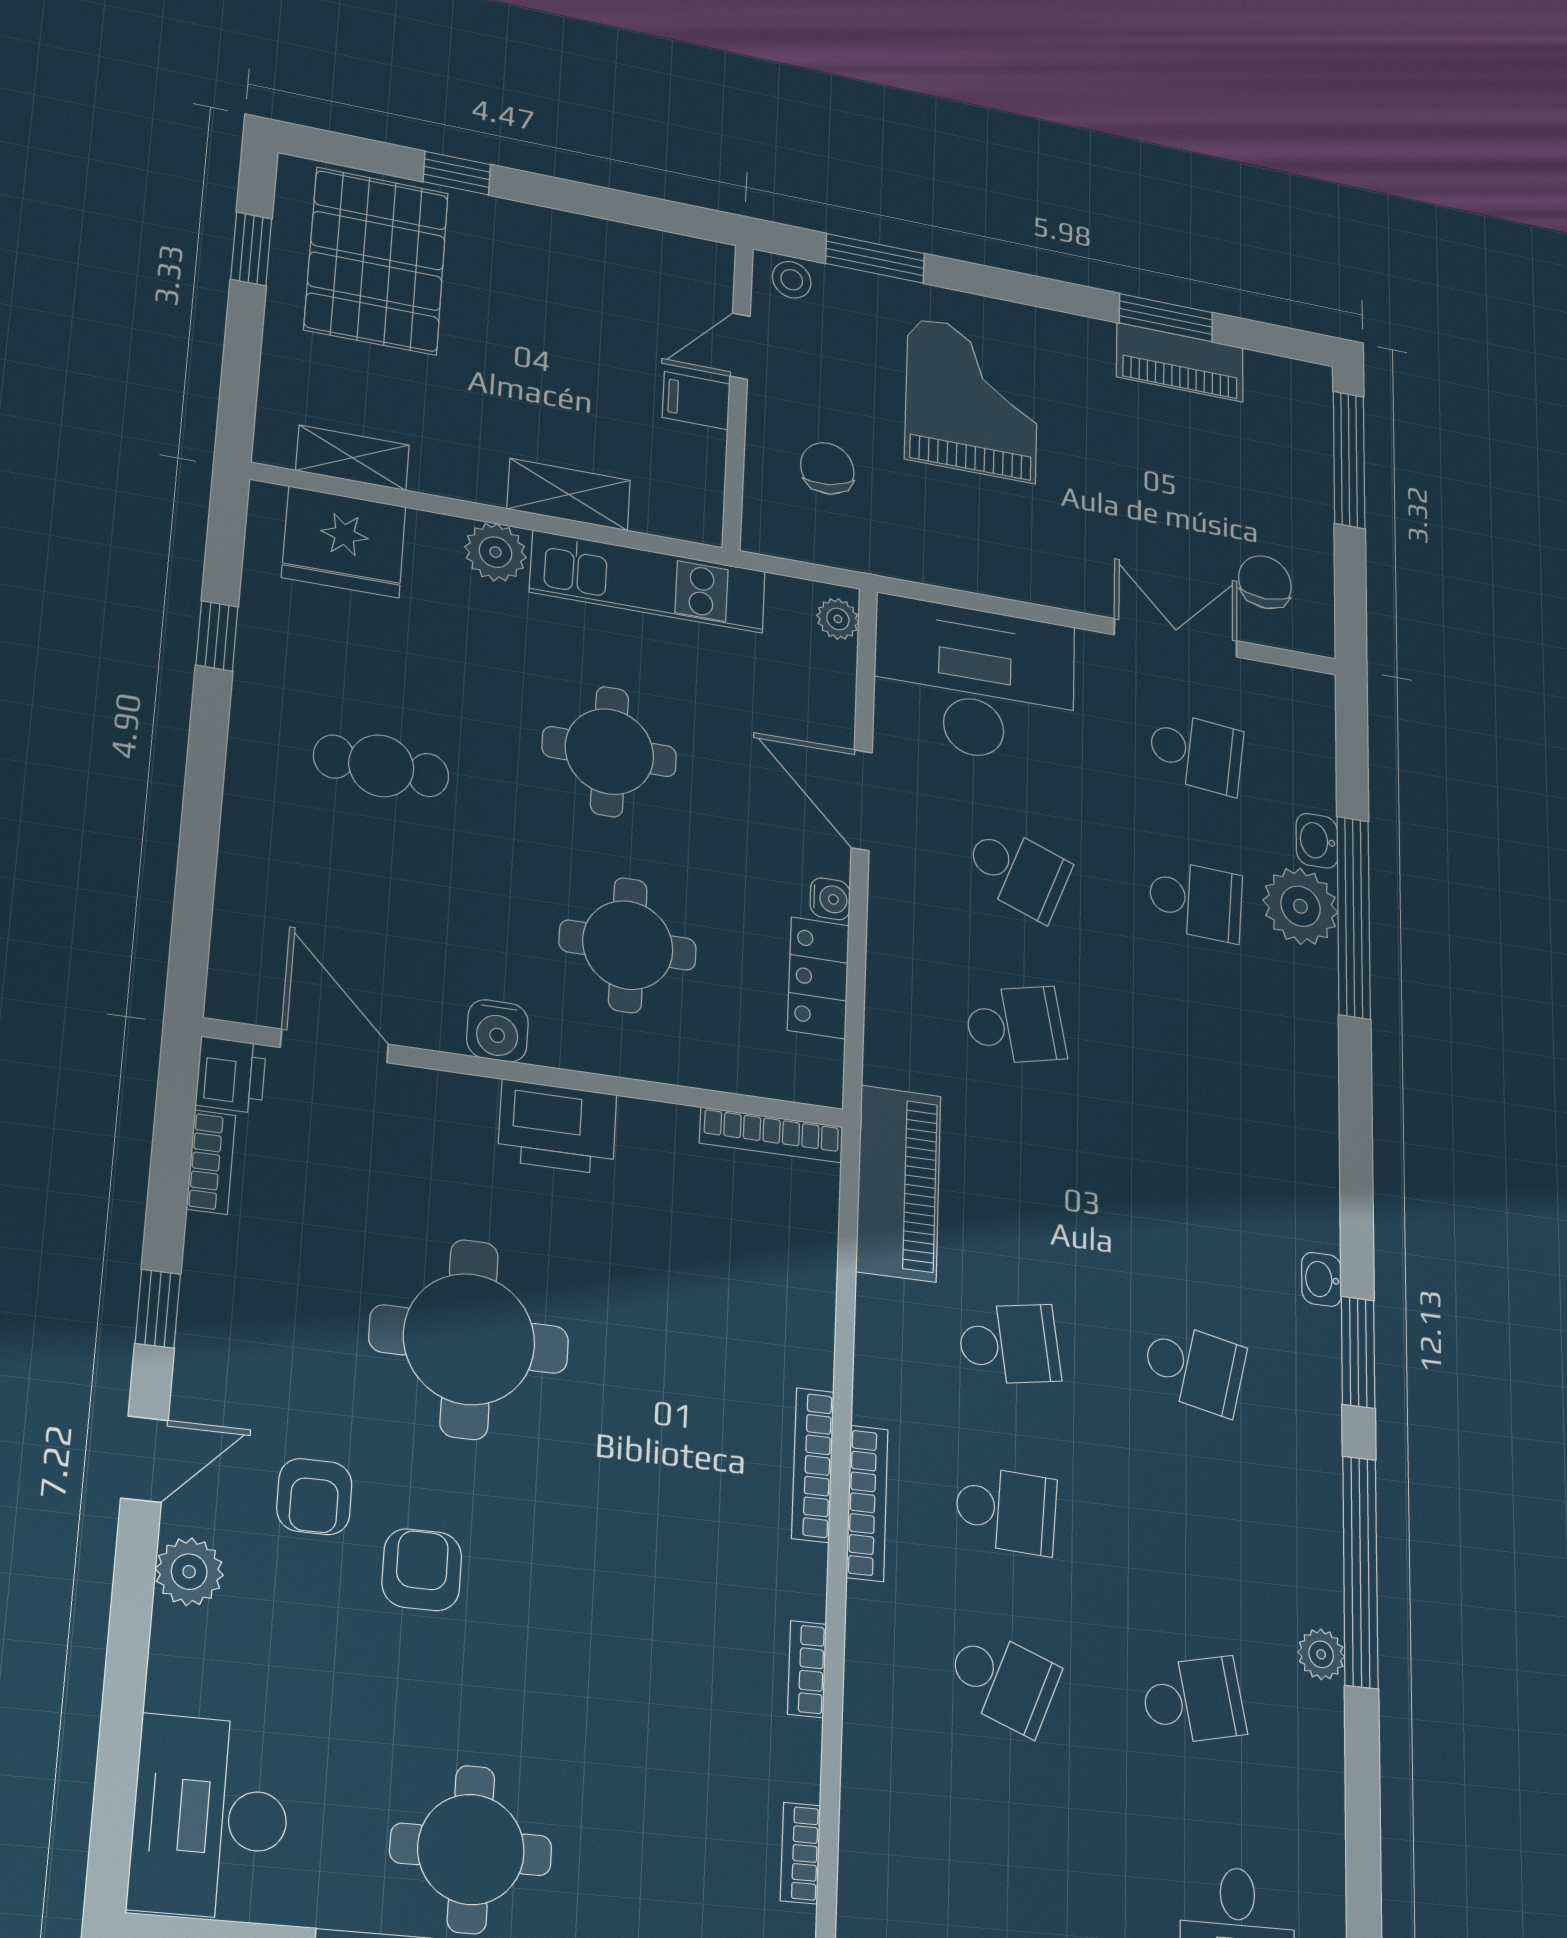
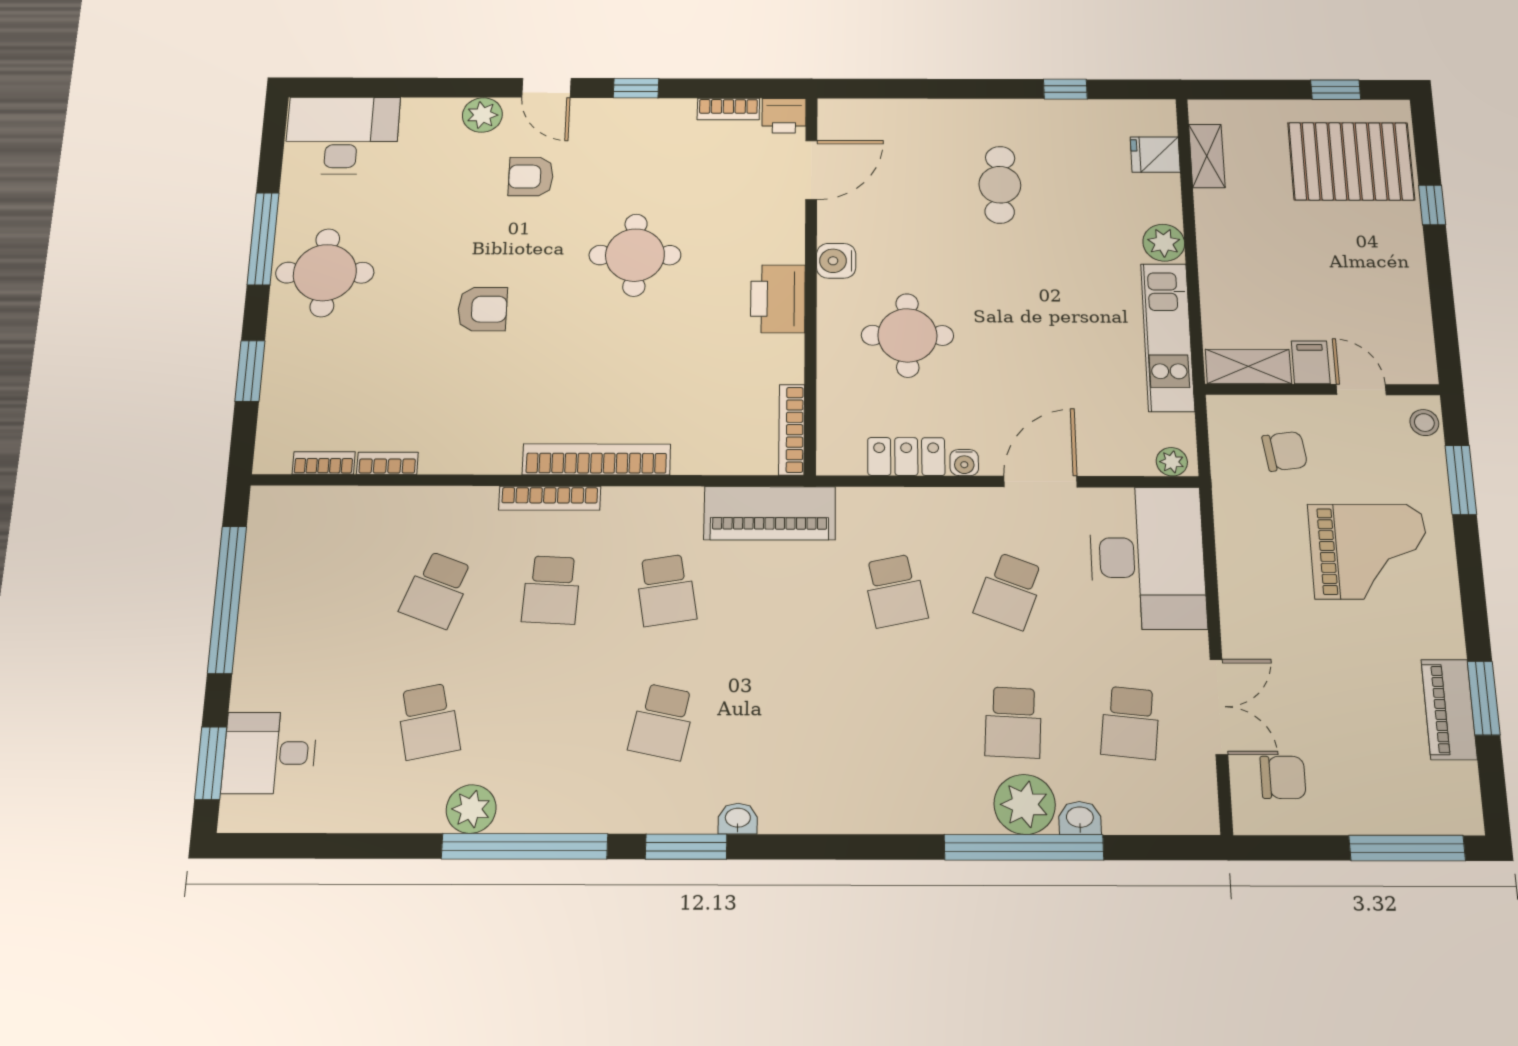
shelving: (569, 494) -> (1248, 366), moved, turned 90
fridge: (344, 542) -> (1155, 155), width x0.53, depth x0.75
round table: (609, 752) -> (1040, 318), removed
round table: (469, 1339) -> (635, 255), width x0.73, depth x0.73
bookcase: (813, 1465) -> (596, 459), width x1.48, depth x1.31
armchair: (422, 1570) -> (482, 309), moved
plant: (1321, 1654) -> (471, 809), width x1.38, depth x1.38
bookcase: (807, 1669) -> (387, 463), moved

